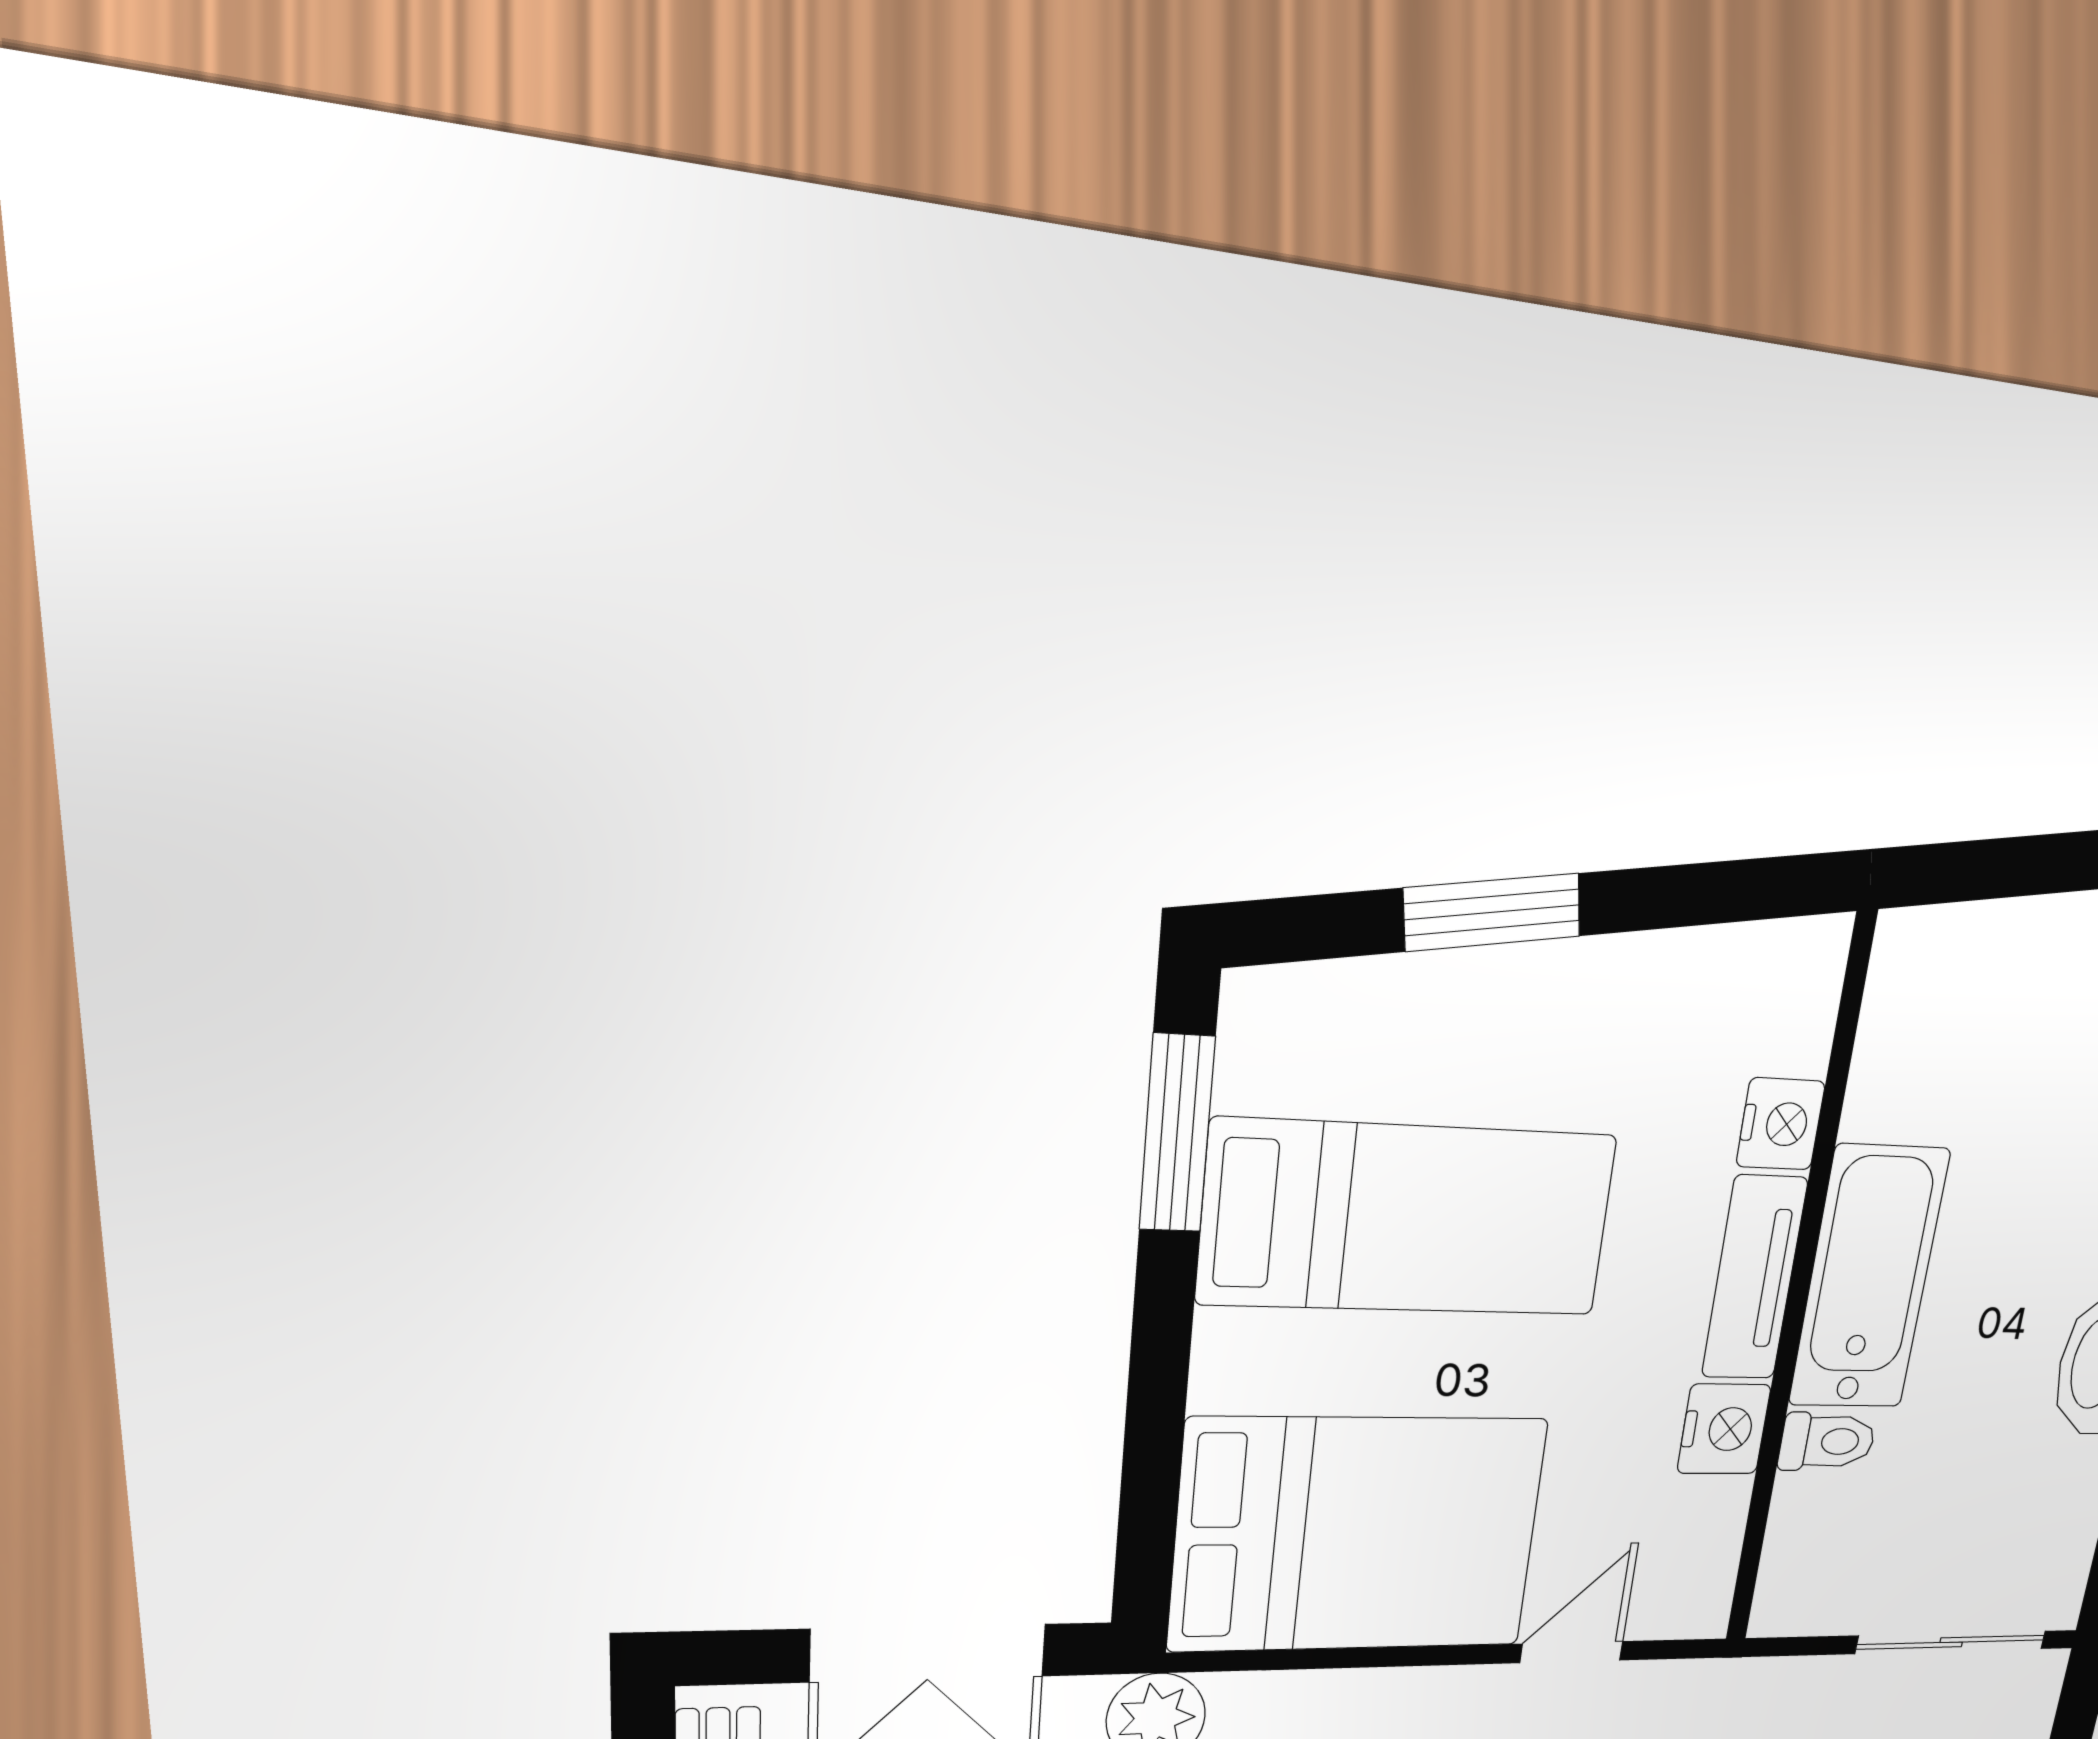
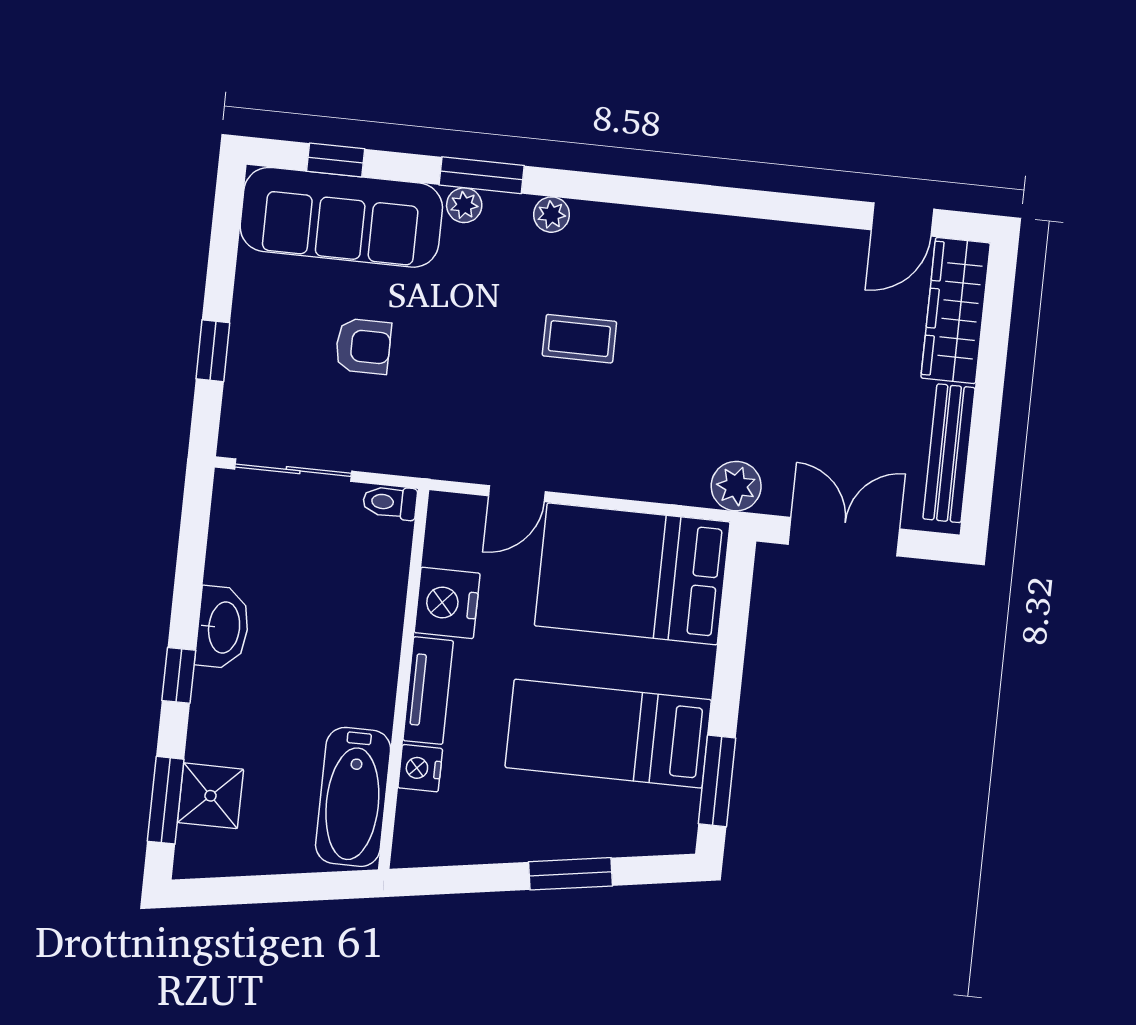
bathtub: (1869, 1278) -> (353, 797), moved
nightstand: (1724, 1429) -> (447, 603), width x1.36, depth x1.33
toilet: (1827, 1441) -> (390, 502), moved

